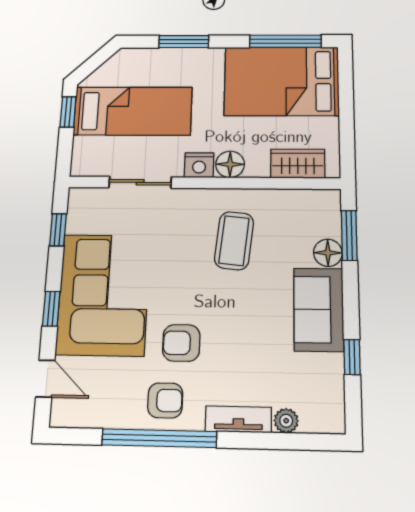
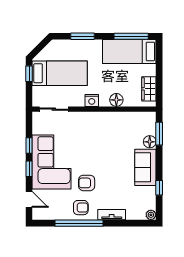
bed: (282, 81) -> (129, 51), width x0.67
floor lamp: (230, 164) -> (116, 100), moved
wardrobe: (298, 164) -> (149, 89), moved, turned -90
sliding door: (140, 182) -> (54, 109), moved
window: (58, 230) -> (29, 145), moved
coffee table: (234, 241) -> (108, 137), removed
plant: (286, 421) -> (151, 215), moved

